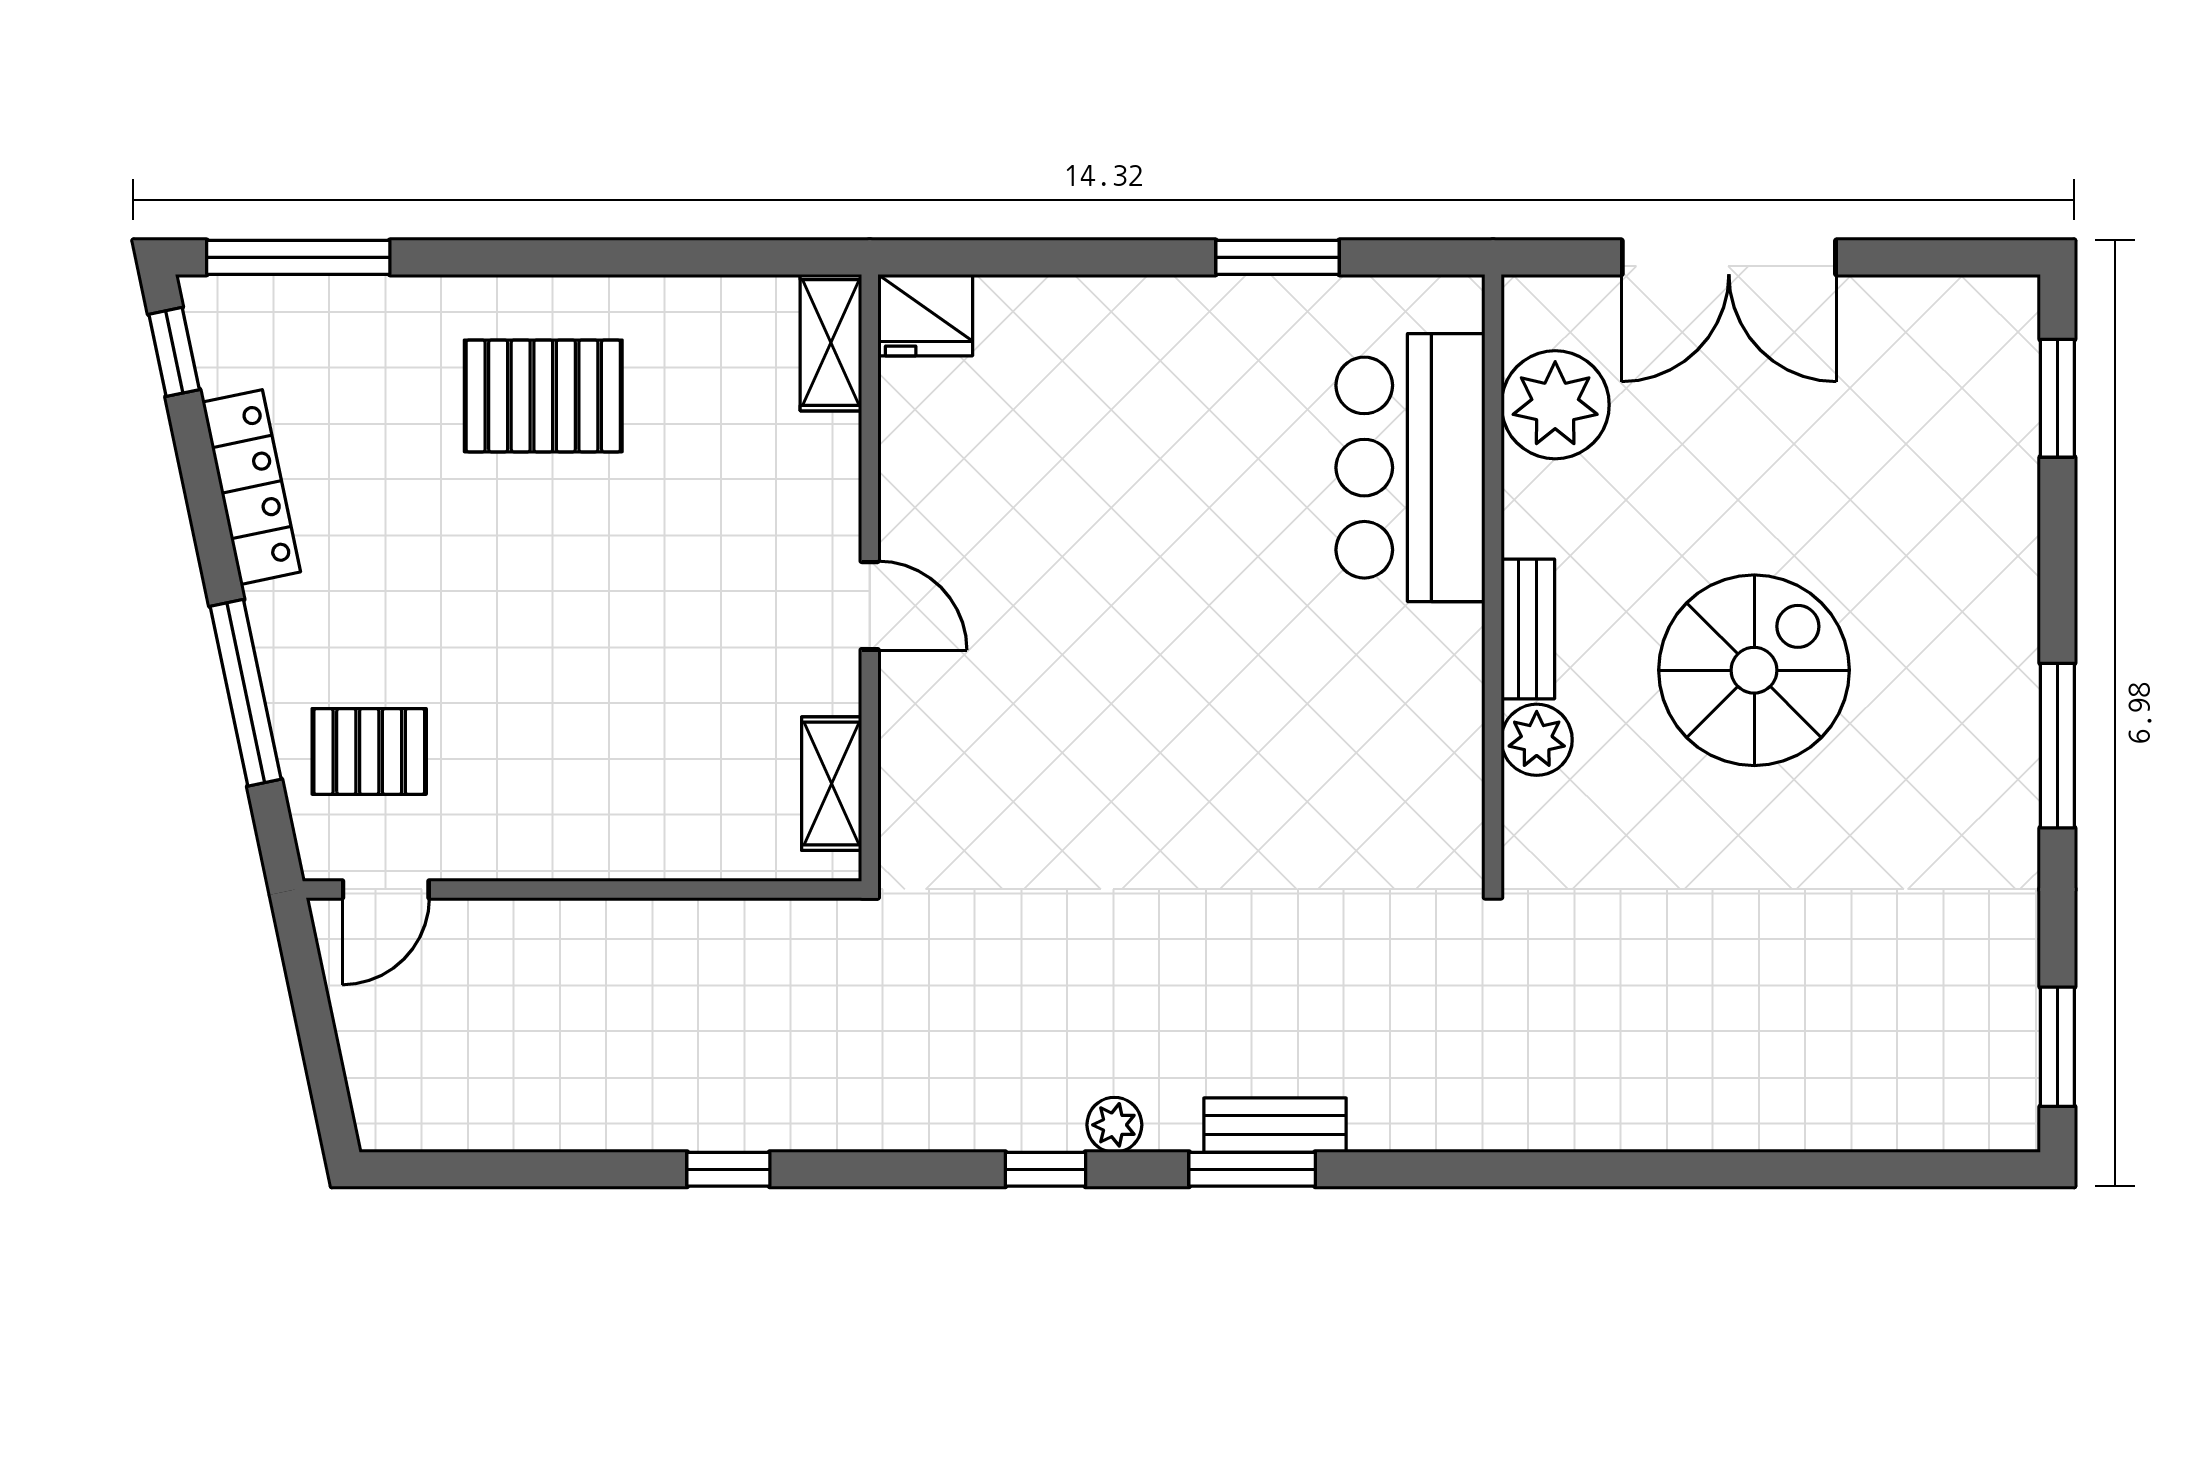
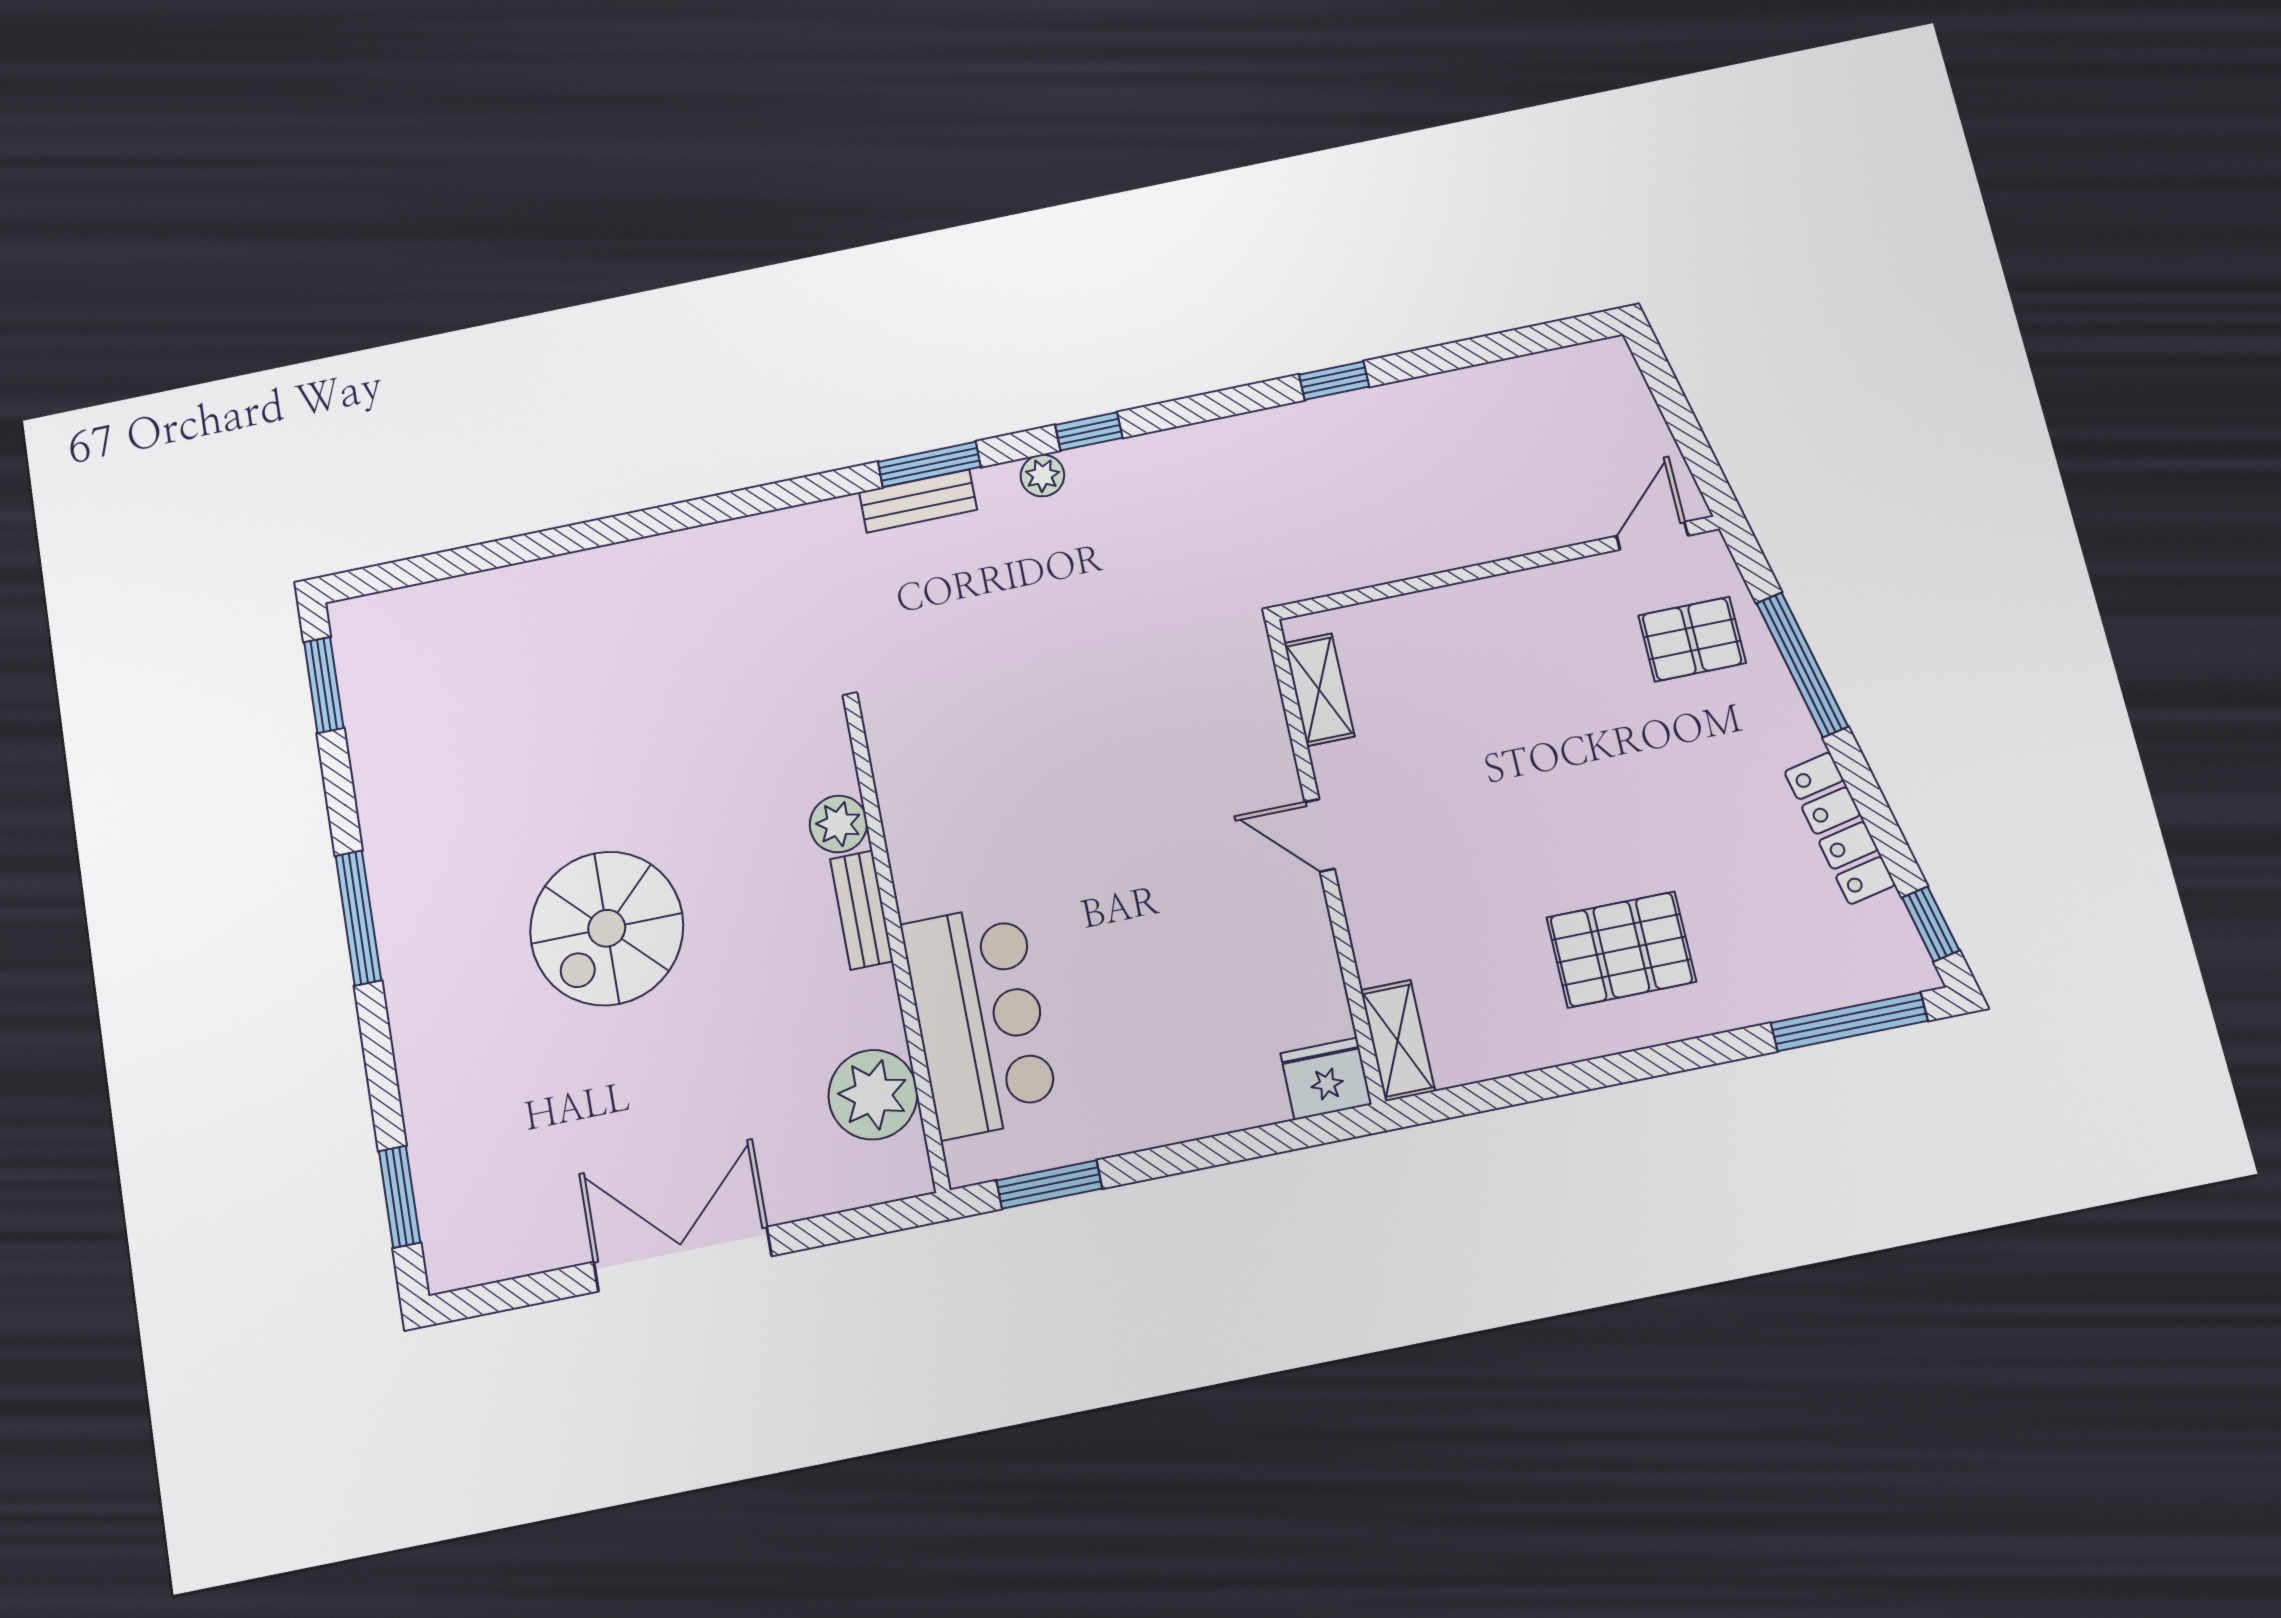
plant: (1555, 405) -> (873, 1095), moved
bar counter: (1410, 468) -> (980, 1020), moved
wall: (1493, 578) -> (897, 945), moved
bench: (1528, 629) -> (862, 910), moved
plant: (1537, 740) -> (838, 824), moved

